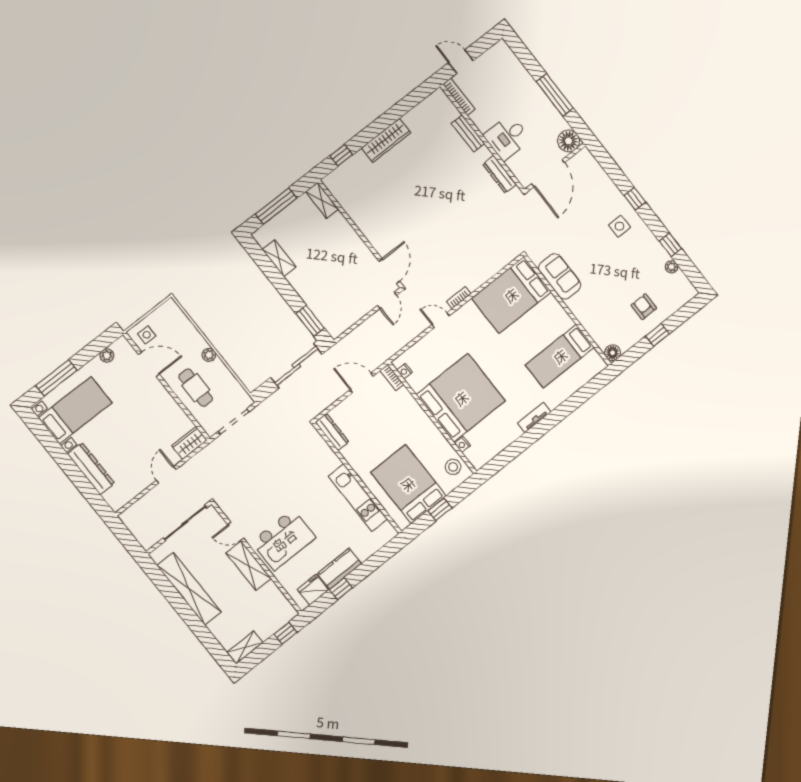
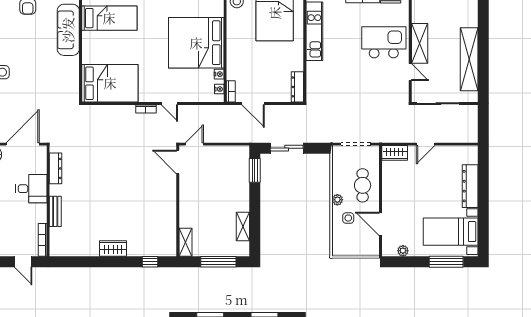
wardrobe: (386, 140) -> (113, 249), width x0.67
door: (389, 271) -> (178, 162), hinge flipped
sofa: (560, 276) -> (68, 30), moved, width x1.36
side table: (147, 335) -> (348, 218), moved
sliding door: (296, 366) -> (287, 148), width x0.73
nightstand: (462, 444) -> (219, 74), moved

